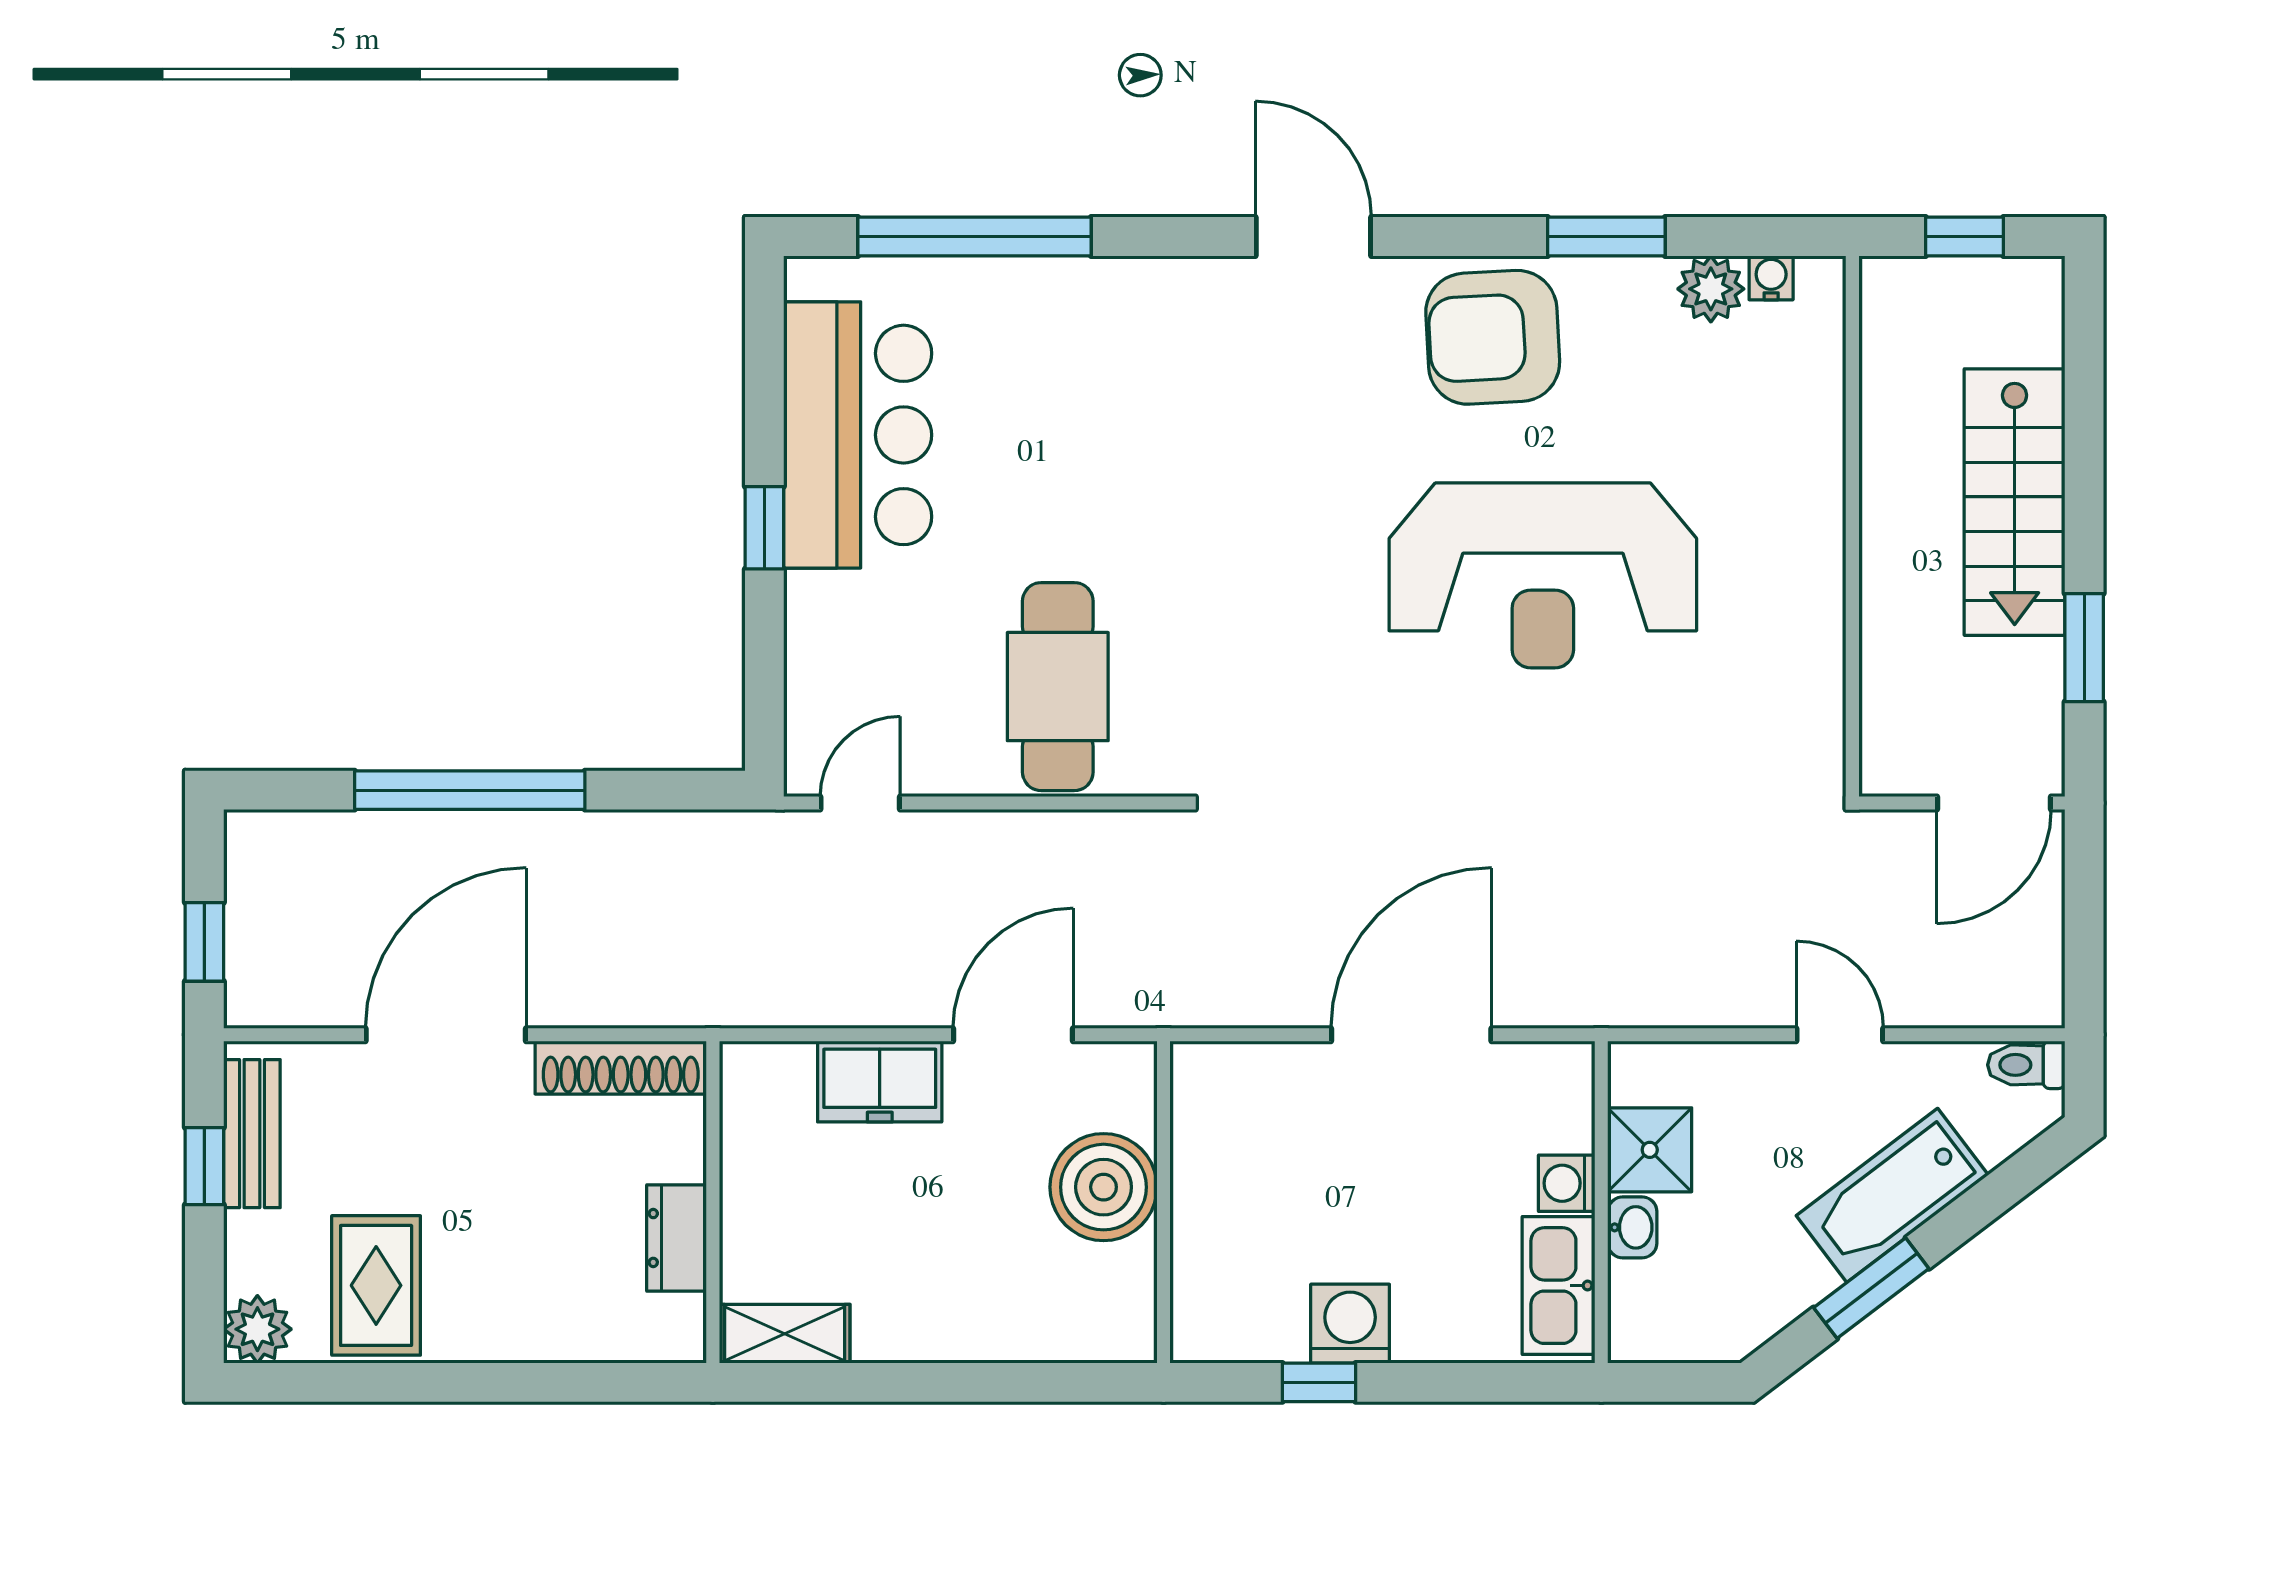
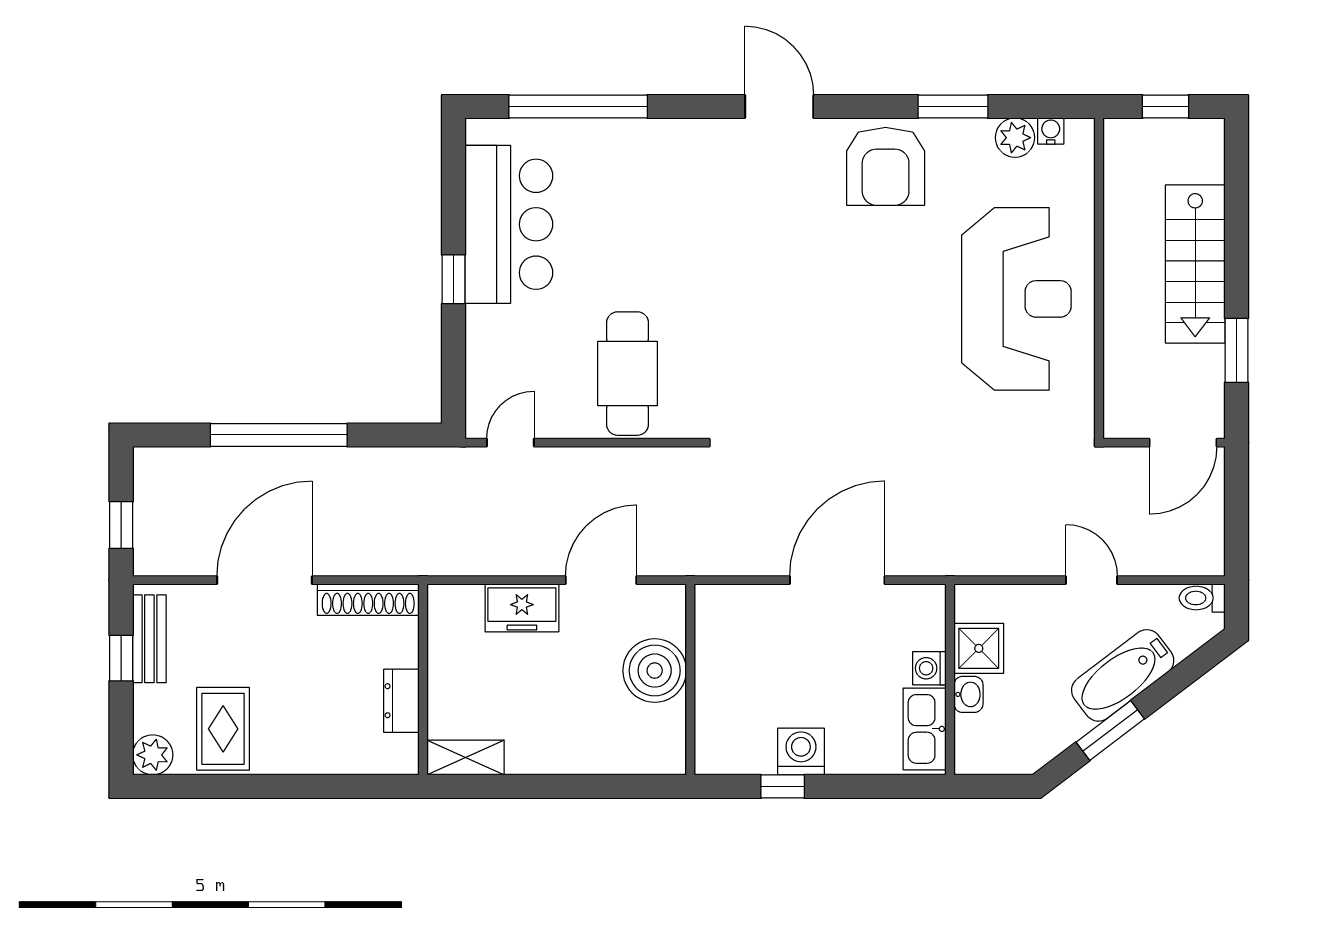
armchair: (1493, 337) -> (886, 166), turned -87
reception desk: (1543, 575) -> (1016, 299), moved, turned -90

